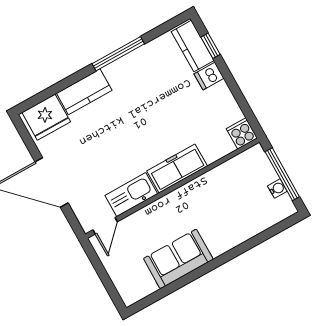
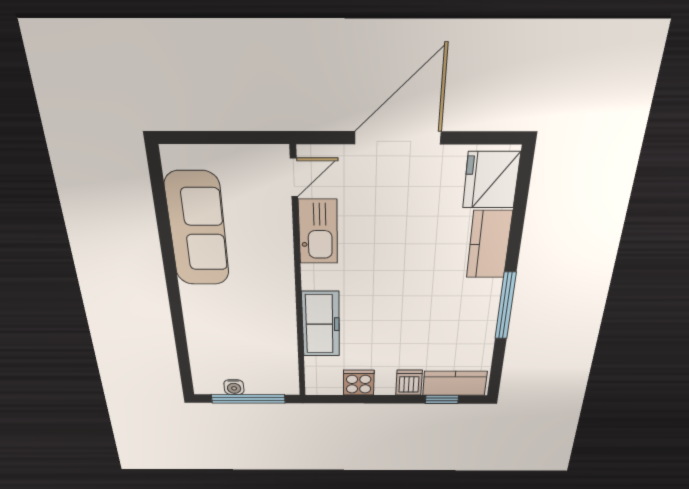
cooker: (242, 133) -> (359, 383), moved, turned -90
freezer: (177, 169) -> (321, 324), moved
door: (105, 226) -> (294, 177), swing flipped
sofa: (178, 259) -> (197, 230), width x1.36

